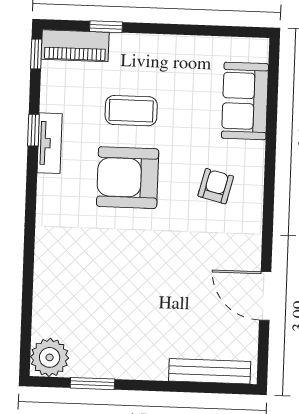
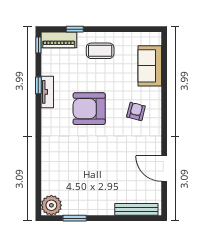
coffee table: (131, 111) -> (100, 51), moved

